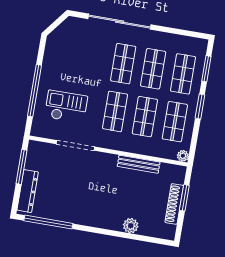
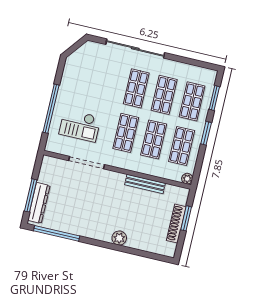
checkout: (66, 107) -> (80, 126), turned 180
window: (21, 167) -> (31, 195), moved
plant: (131, 226) -> (119, 238), moved

